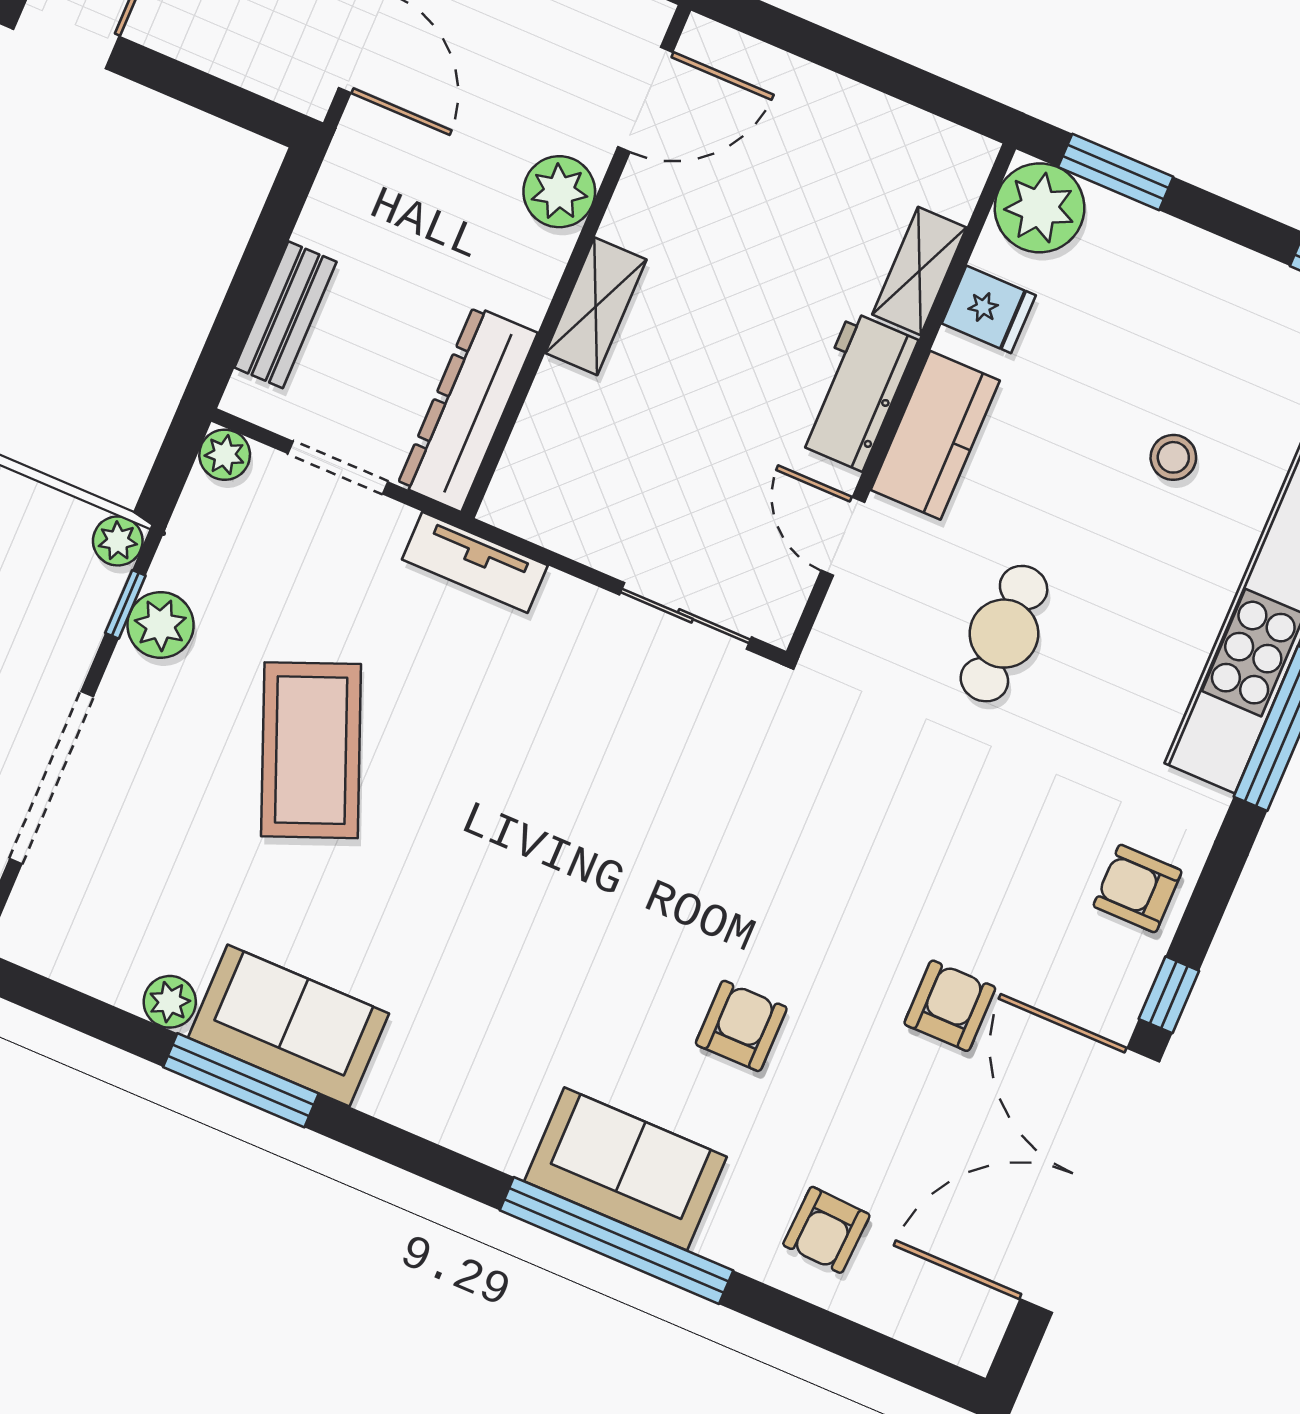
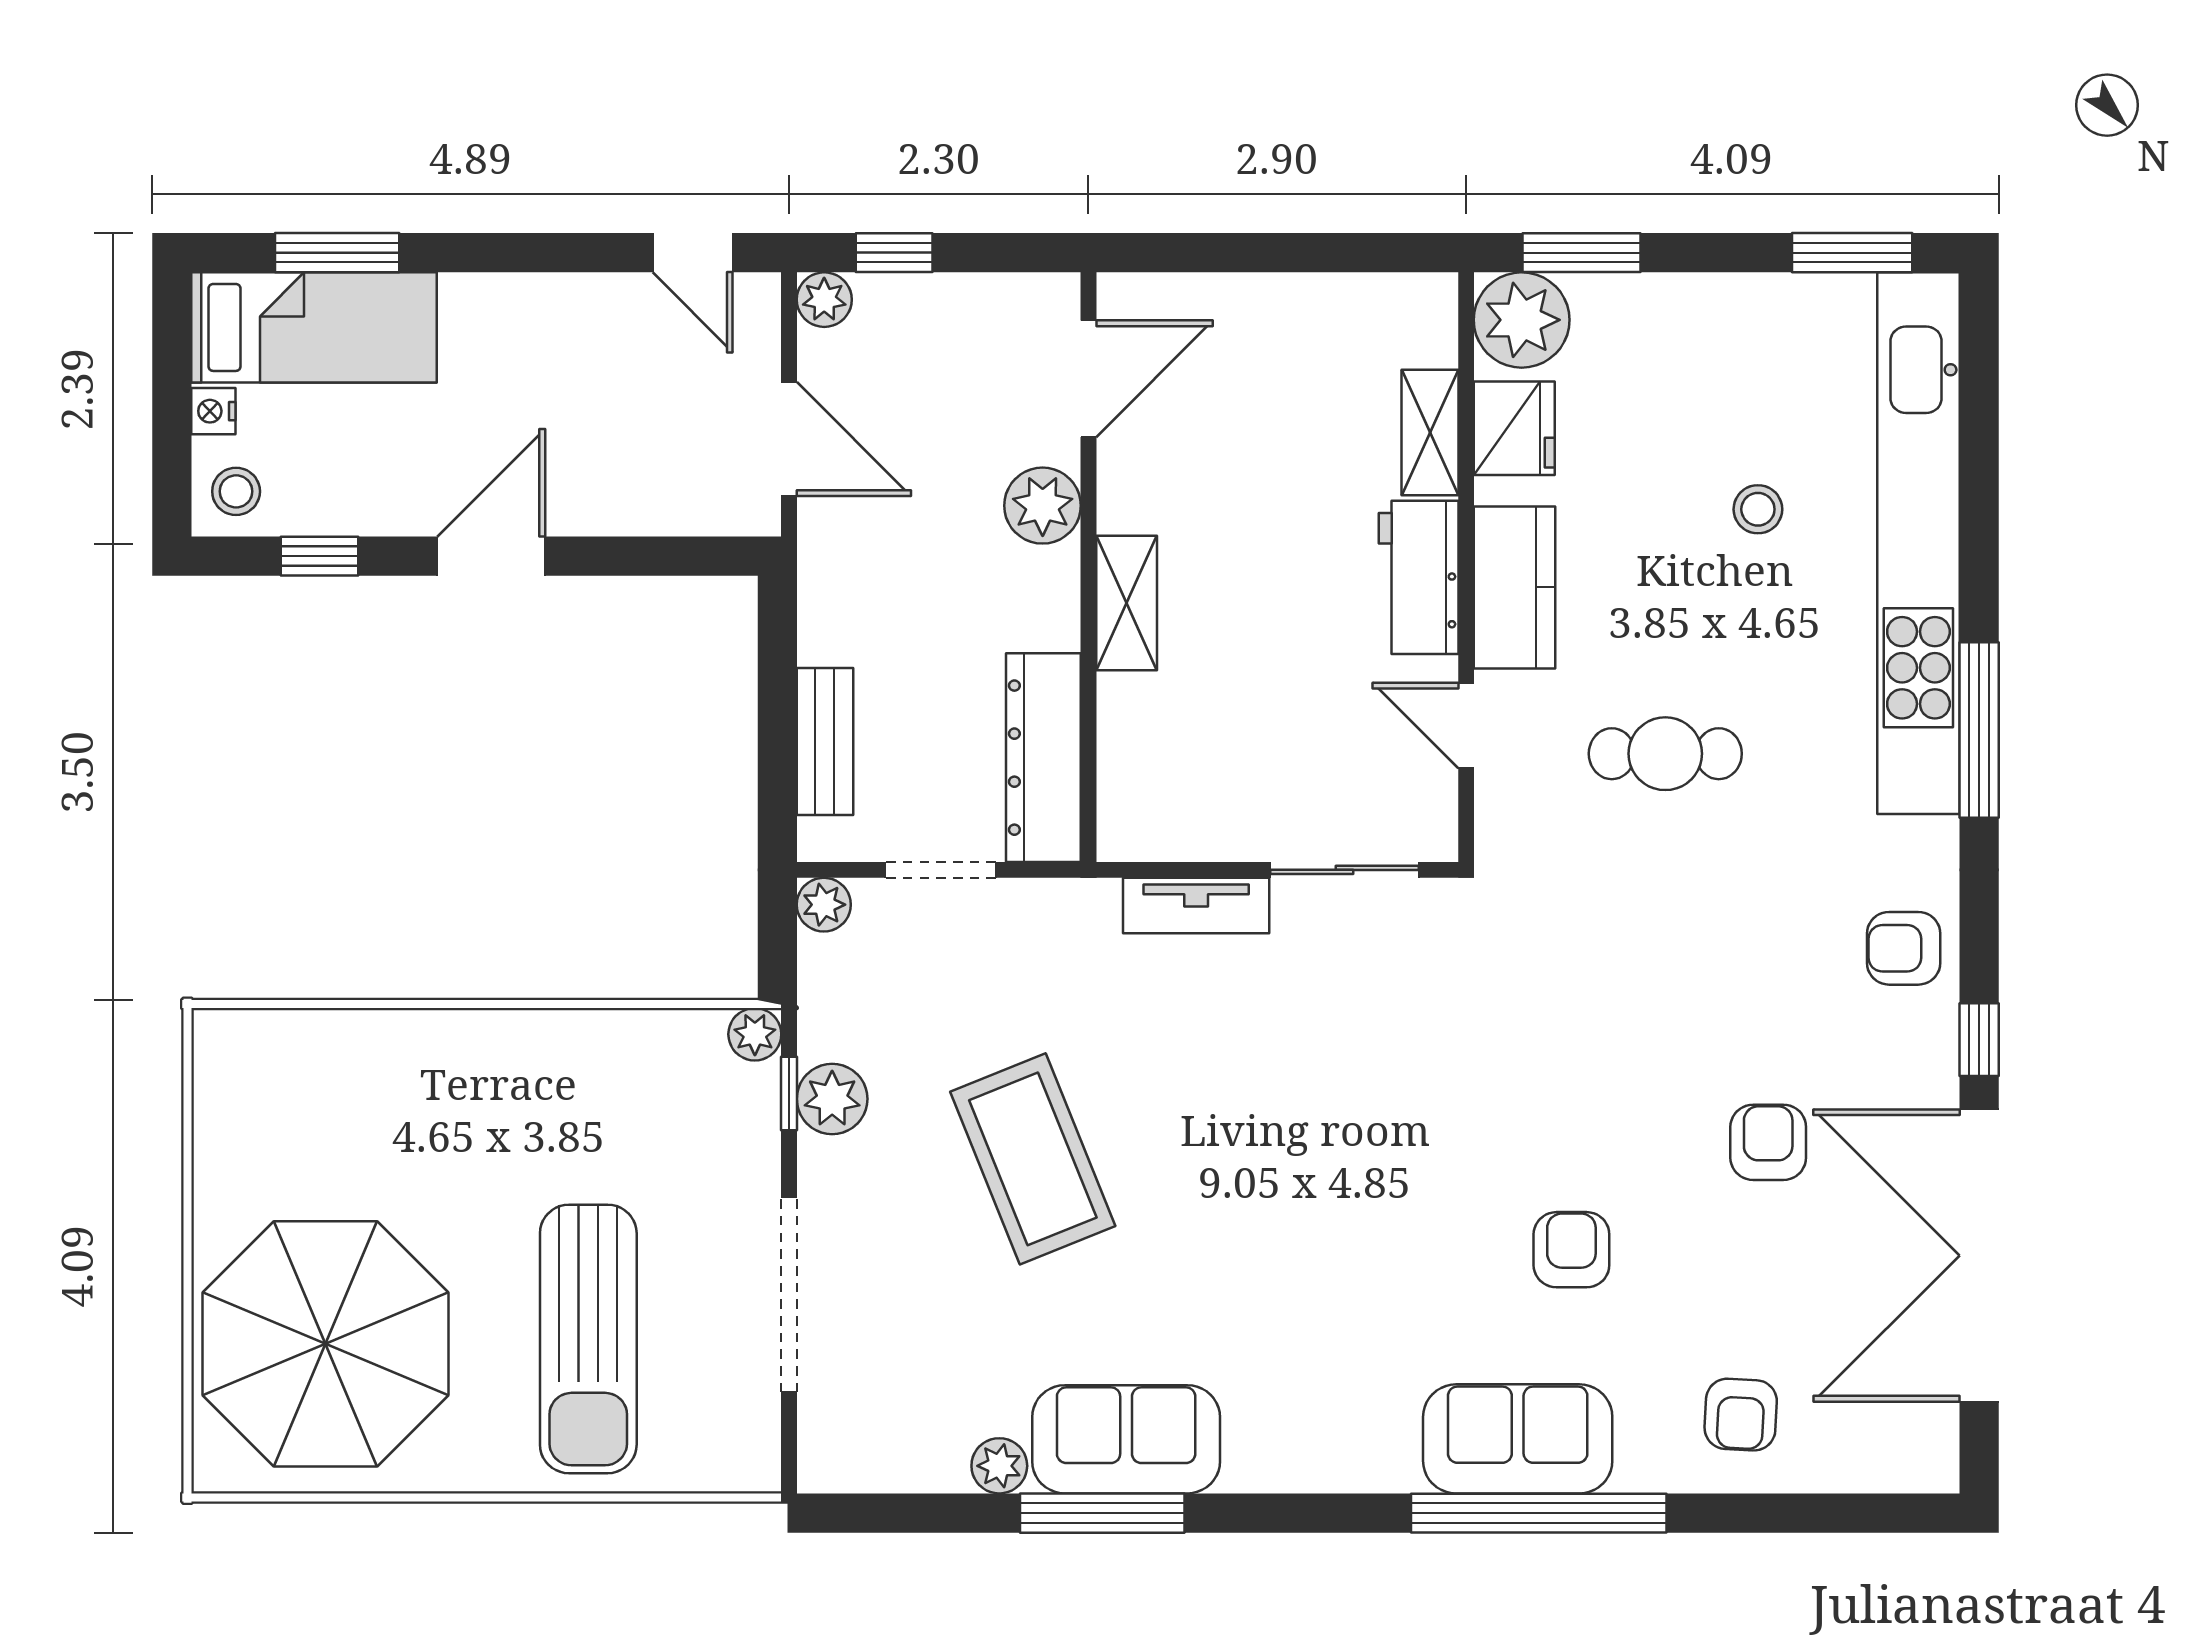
fridge: (989, 309) -> (1514, 428), width x1.38
tv unit: (475, 562) -> (1196, 906), moved
cafe table: (1004, 634) -> (1665, 754), turned 90

